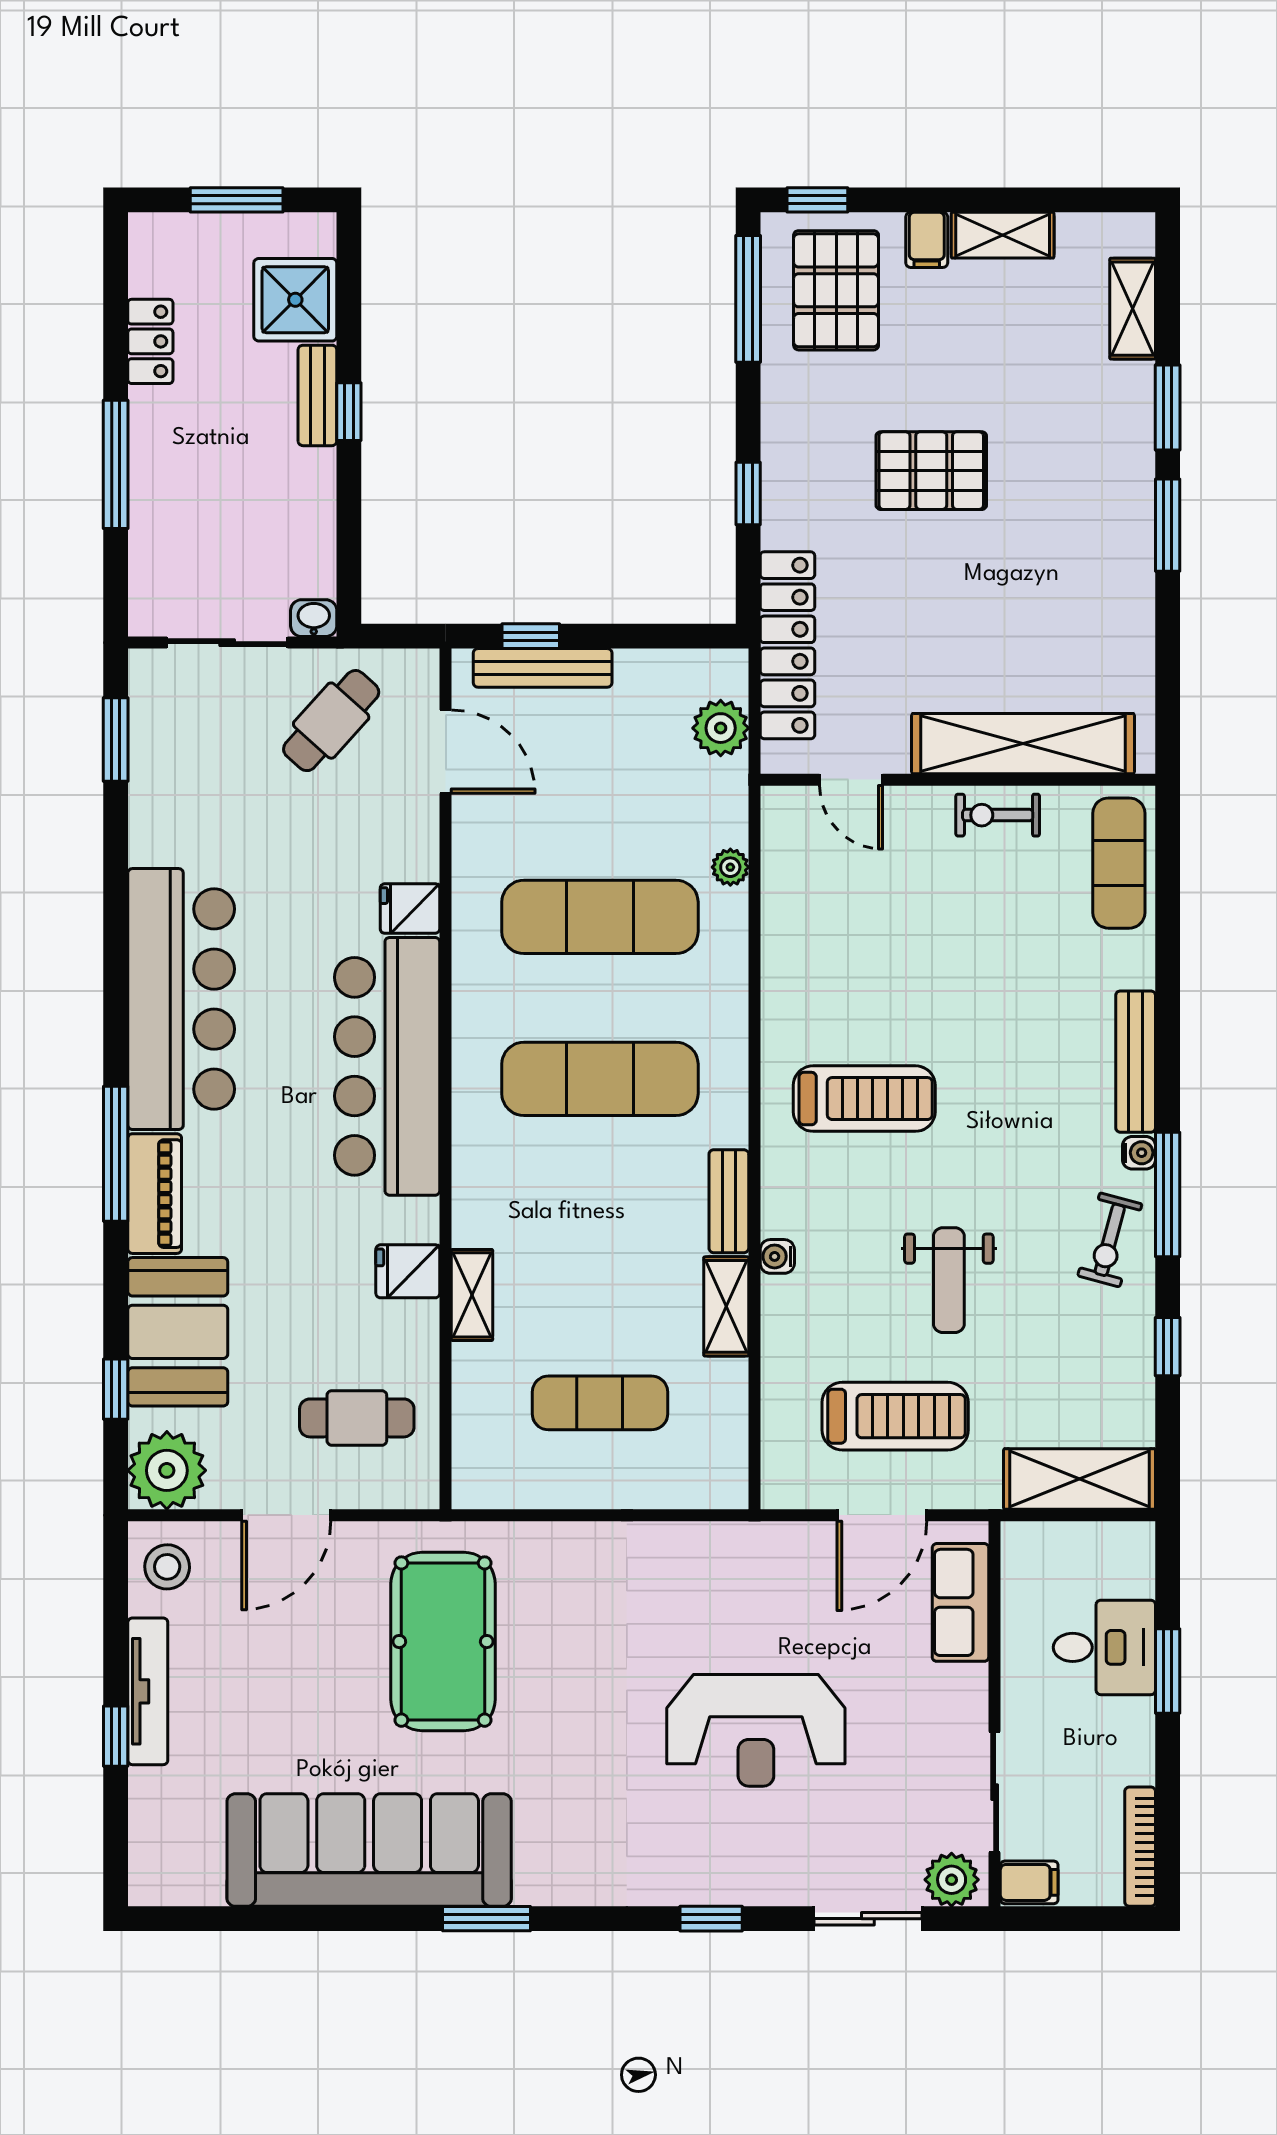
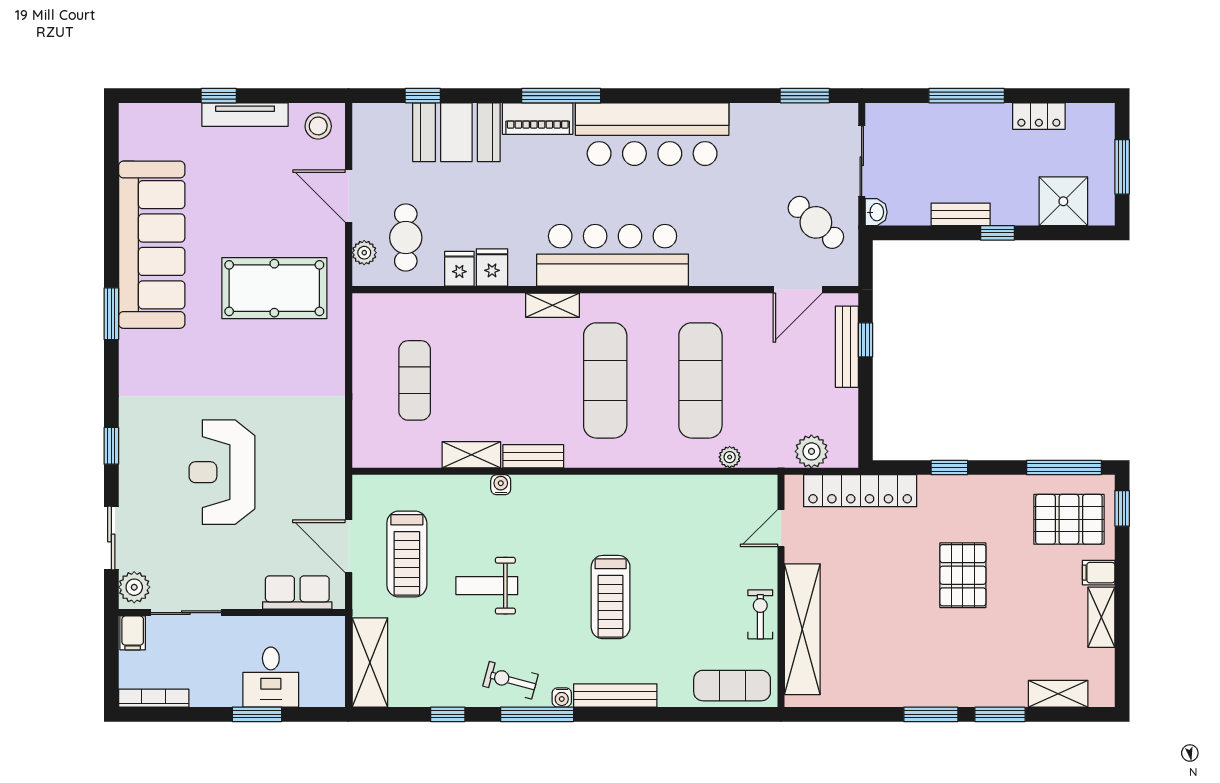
bench: (317, 395) -> (961, 214), moved
fridge: (410, 909) -> (459, 269), moved
treadmill: (864, 1099) -> (611, 597), moved
shelving: (472, 1295) -> (552, 305), moved
plant: (167, 1470) -> (364, 253), moved, width x0.53, depth x0.53

